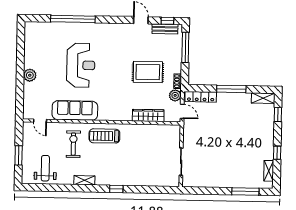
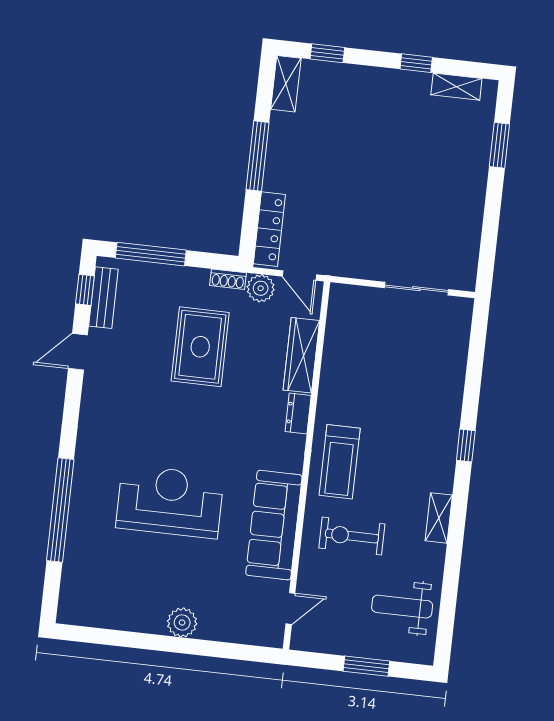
door: (182, 111) -> (299, 275), swing flipped
dresser: (123, 116) -> (298, 413), added
window: (245, 191) -> (499, 145), width x0.69

